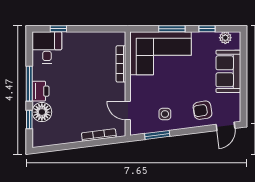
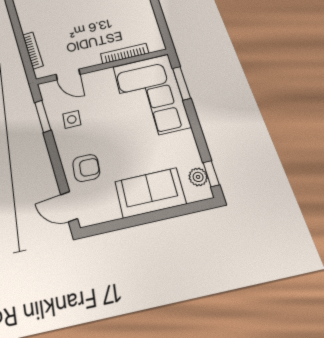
window: (172, 29) -> (181, 83), moved
window: (207, 29) -> (211, 174), moved
armchair: (203, 110) -> (86, 168), turned 100
door: (128, 111) -> (68, 74), swing flipped

